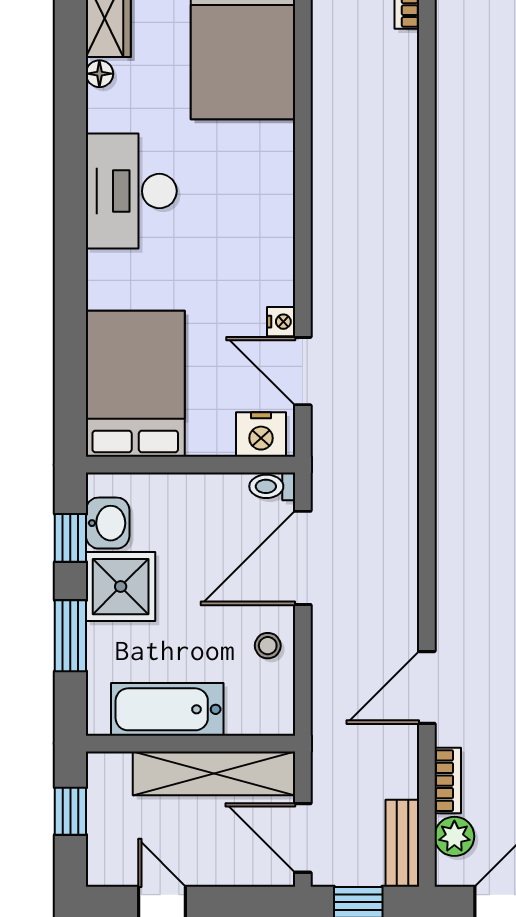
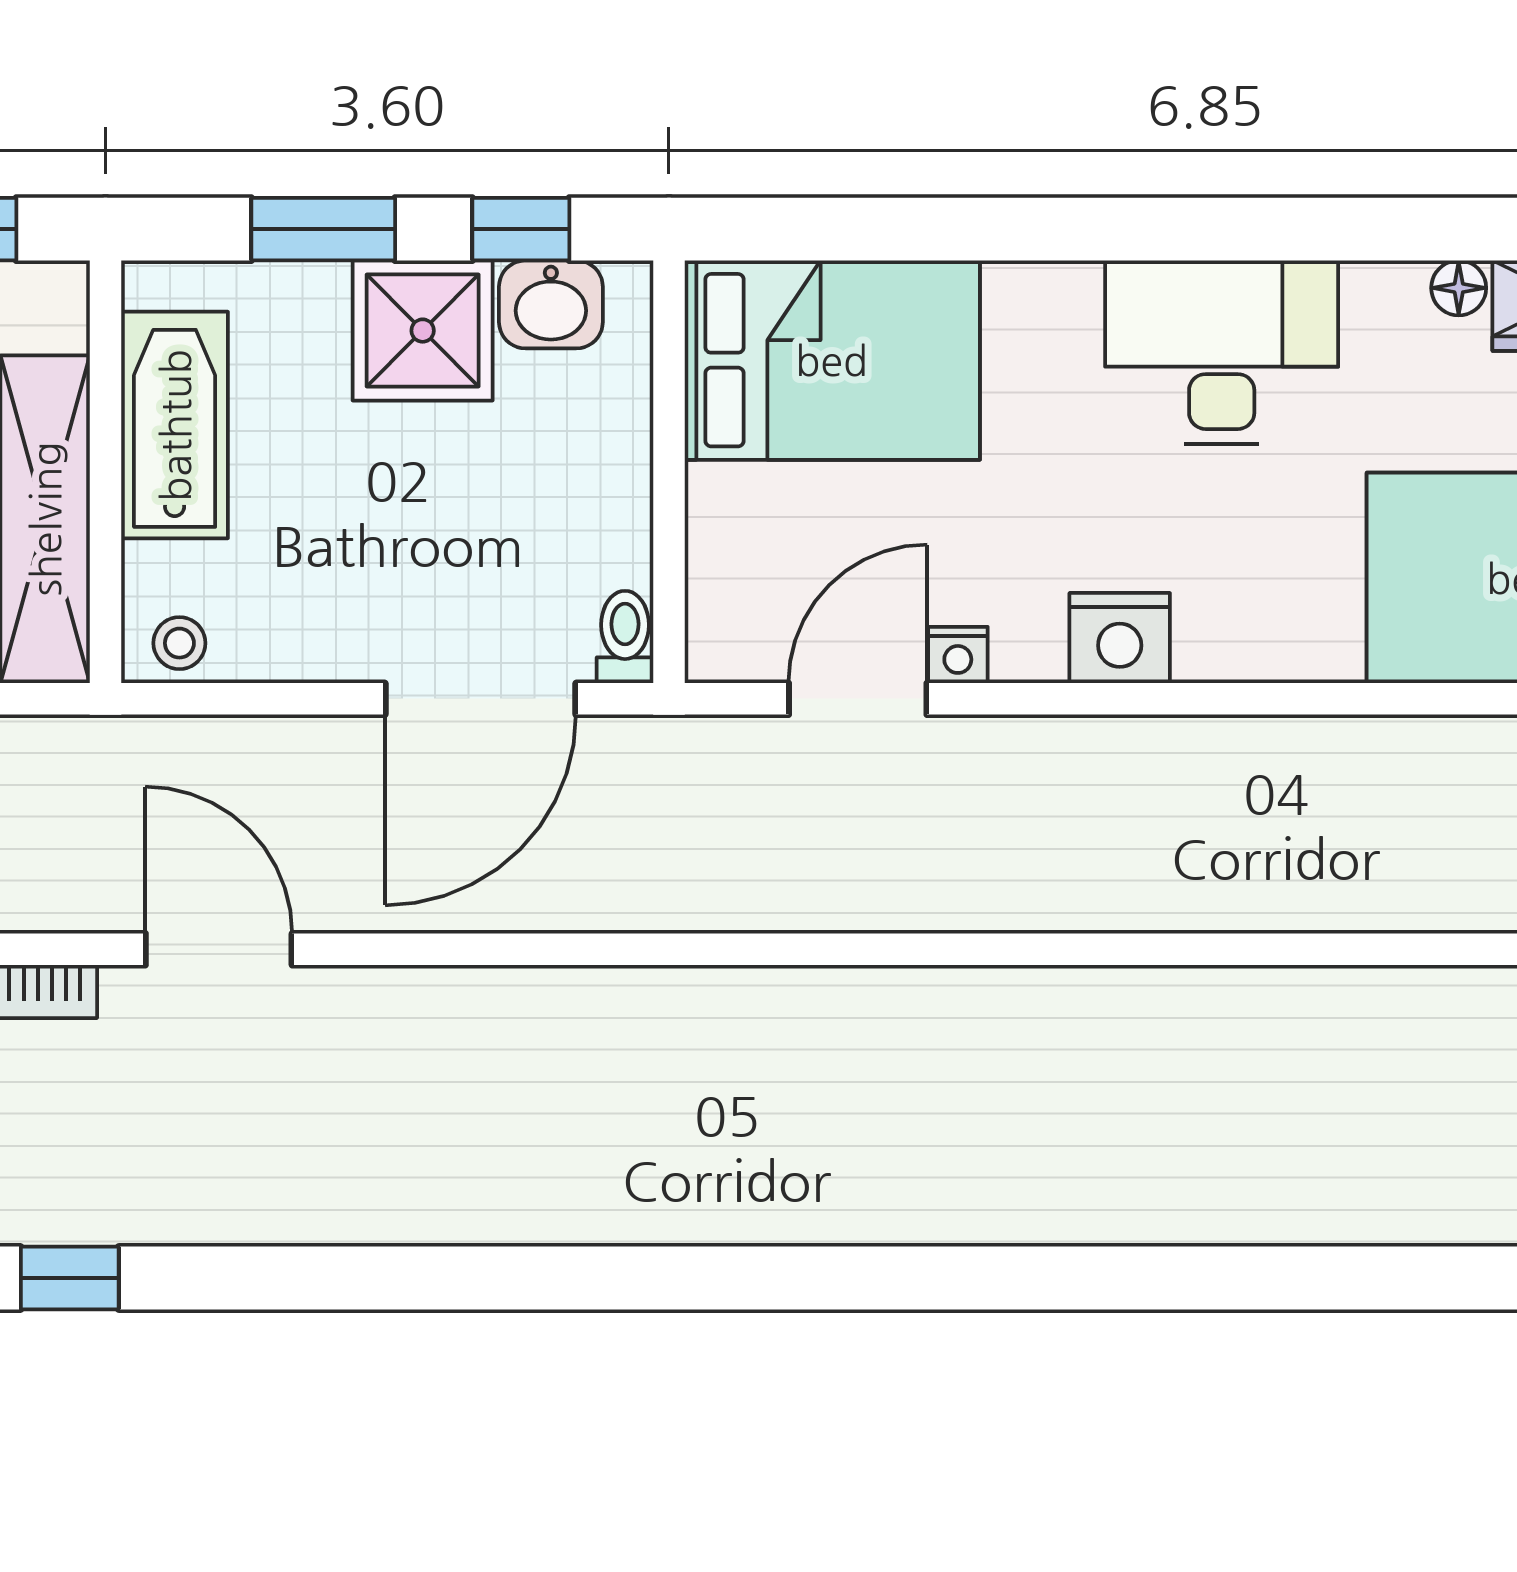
nightstand: (261, 435) -> (1120, 638), moved, turned -90
door: (303, 558) -> (481, 699), swing flipped
stool: (268, 646) -> (179, 643), moved

